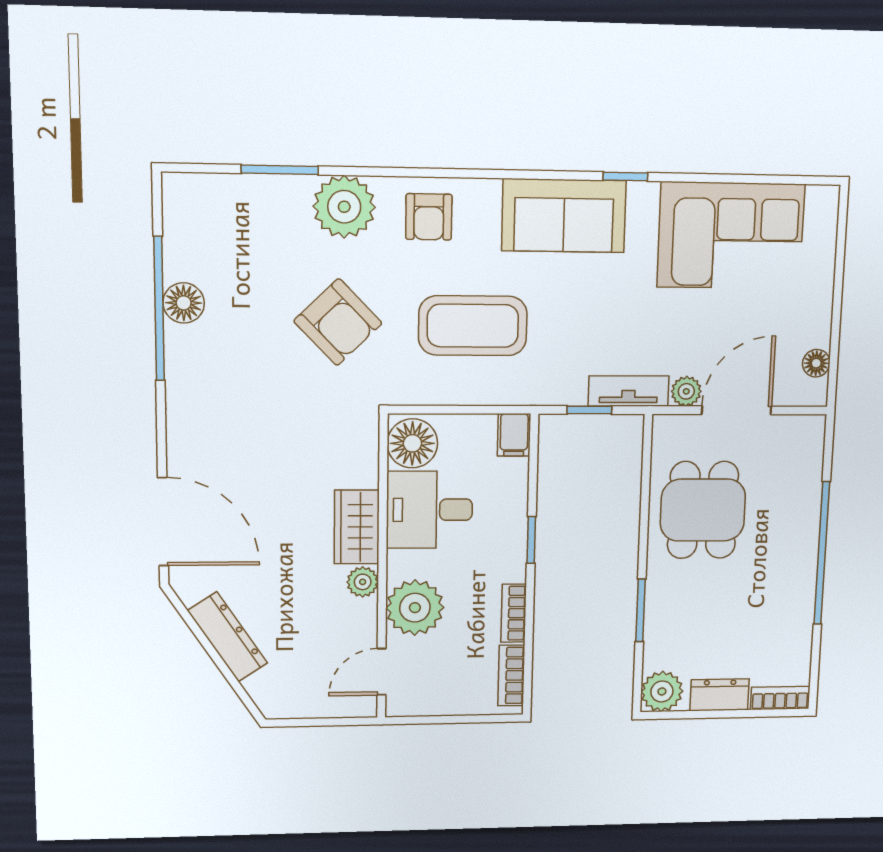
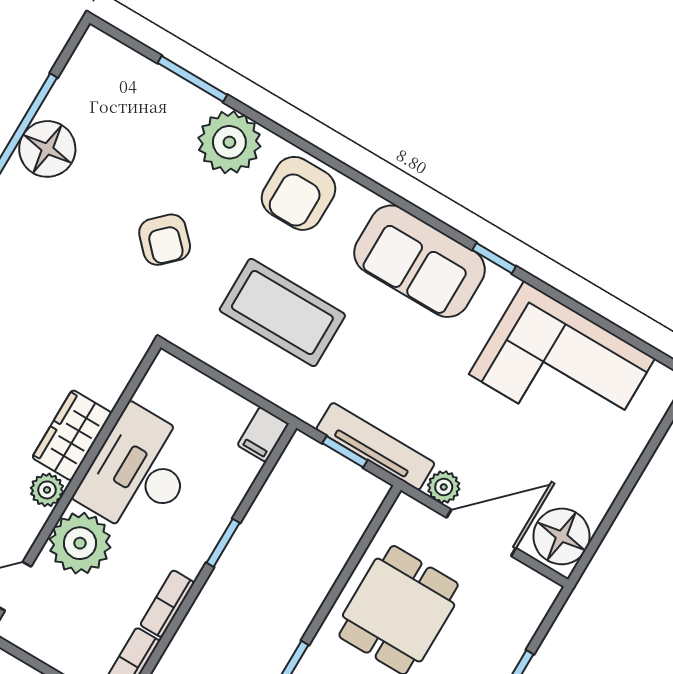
armchair: (429, 217) -> (299, 193), width x1.38, depth x1.38
floor lamp: (184, 303) -> (47, 149), width x1.38, depth x1.38
armchair: (338, 322) -> (165, 240), width x0.72, depth x0.72
floor lamp: (816, 363) -> (561, 536), width x1.89, depth x1.89
tv unit: (629, 391) -> (375, 446), width x1.41
floor lamp: (412, 443) -> (167, 388), removed
desk: (430, 510) -> (139, 472), width x1.37

